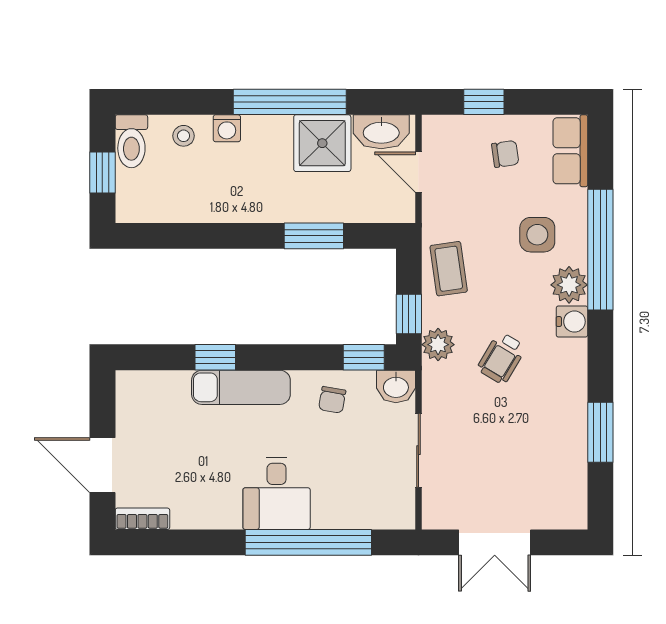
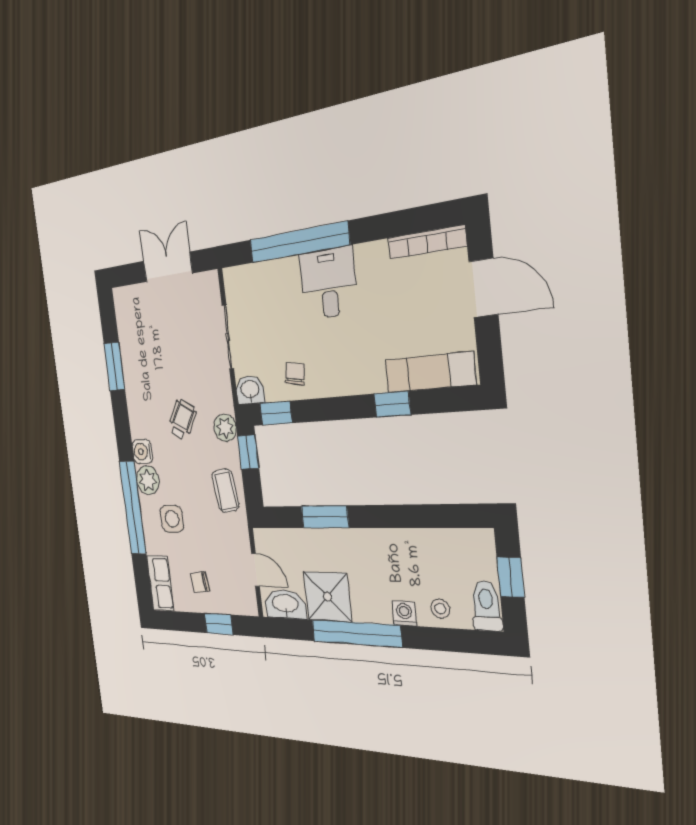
exam couch: (241, 387) -> (430, 372), moved
bookcase: (142, 519) -> (427, 242), width x1.56

